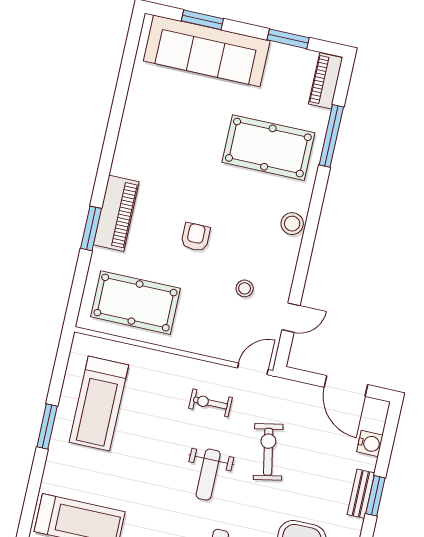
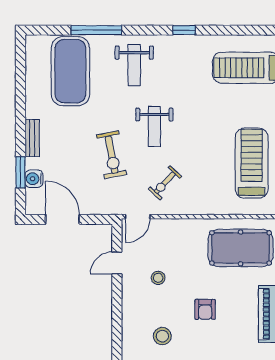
stool: (292, 224) -> (162, 336), moved
exercise bike: (210, 403) -> (165, 183), turned 133
weight bench: (208, 475) -> (154, 127), turned 180
window: (375, 496) -> (20, 172), moved

